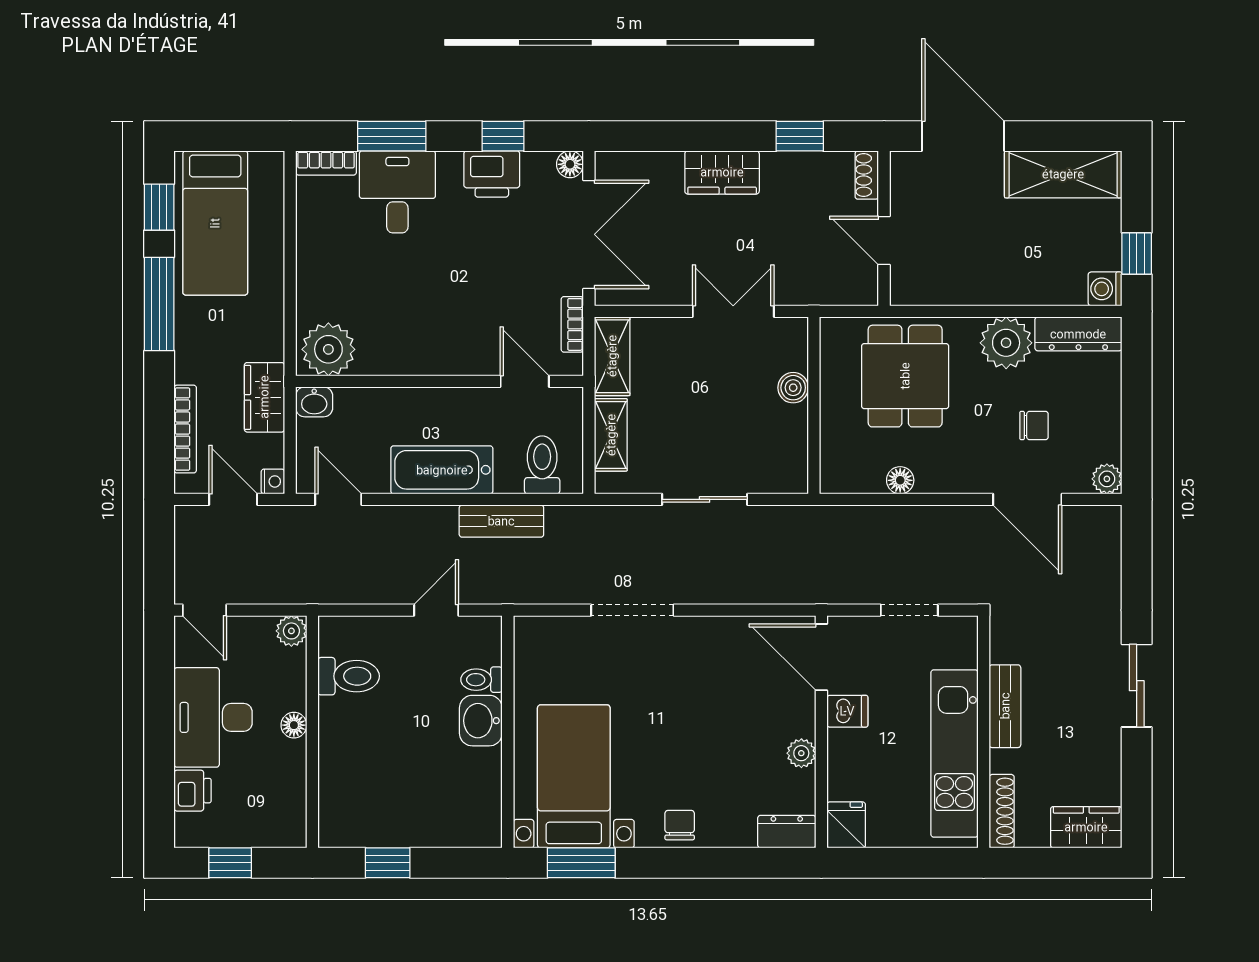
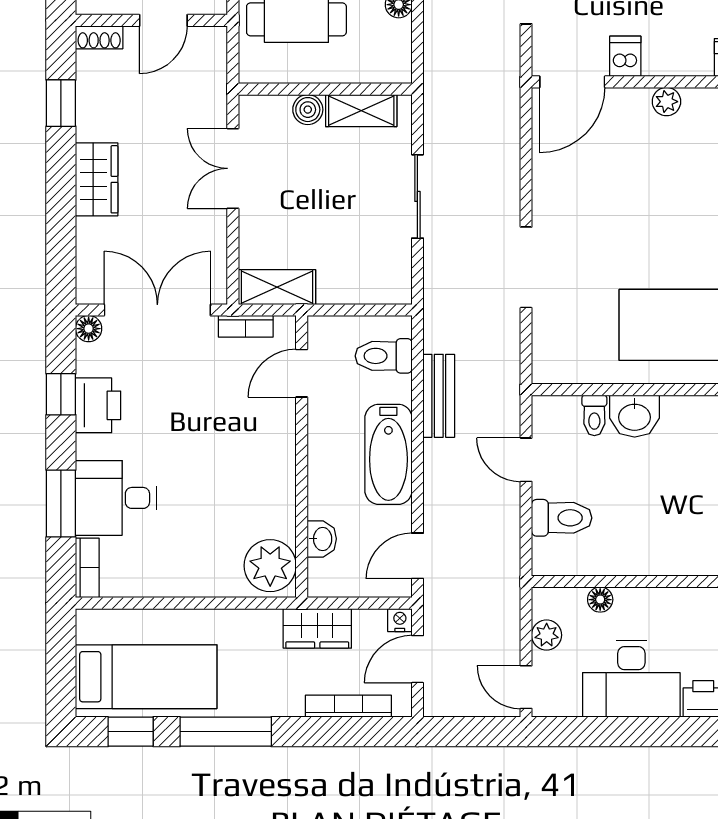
washbasin: (314, 402) -> (322, 539), moved
shelving: (611, 435) -> (361, 111), moved
door: (205, 610) -> (526, 687), swing flipped
plant: (291, 631) -> (547, 635), moved
toilet: (349, 676) -> (562, 518), moved, turned 90
floor lamp: (294, 725) -> (600, 600), moved

